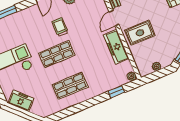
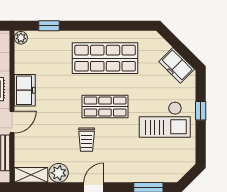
freezer: (116, 47) -> (25, 90), width x0.71
shop shelf: (70, 86) -> (105, 58), width x1.43, depth x1.36

